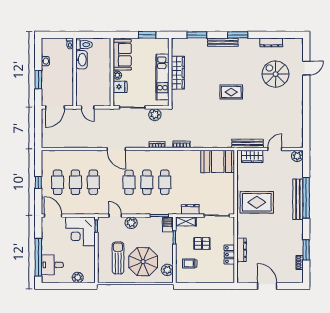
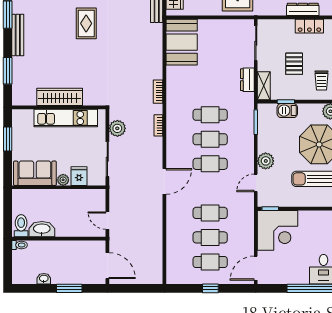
door: (88, 107) -> (107, 221), swing flipped
barbecue: (168, 225) -> (287, 111), moved

